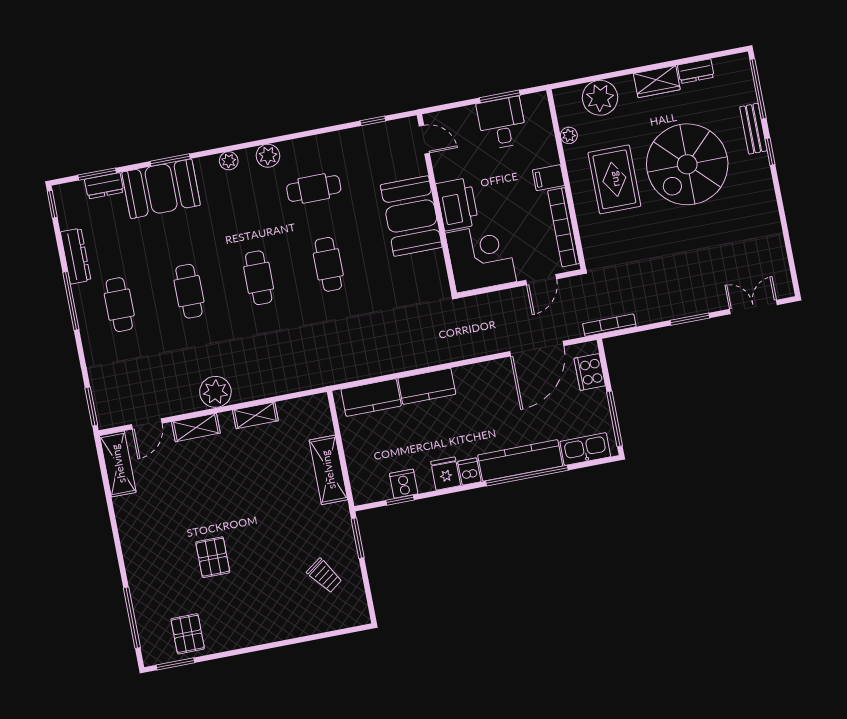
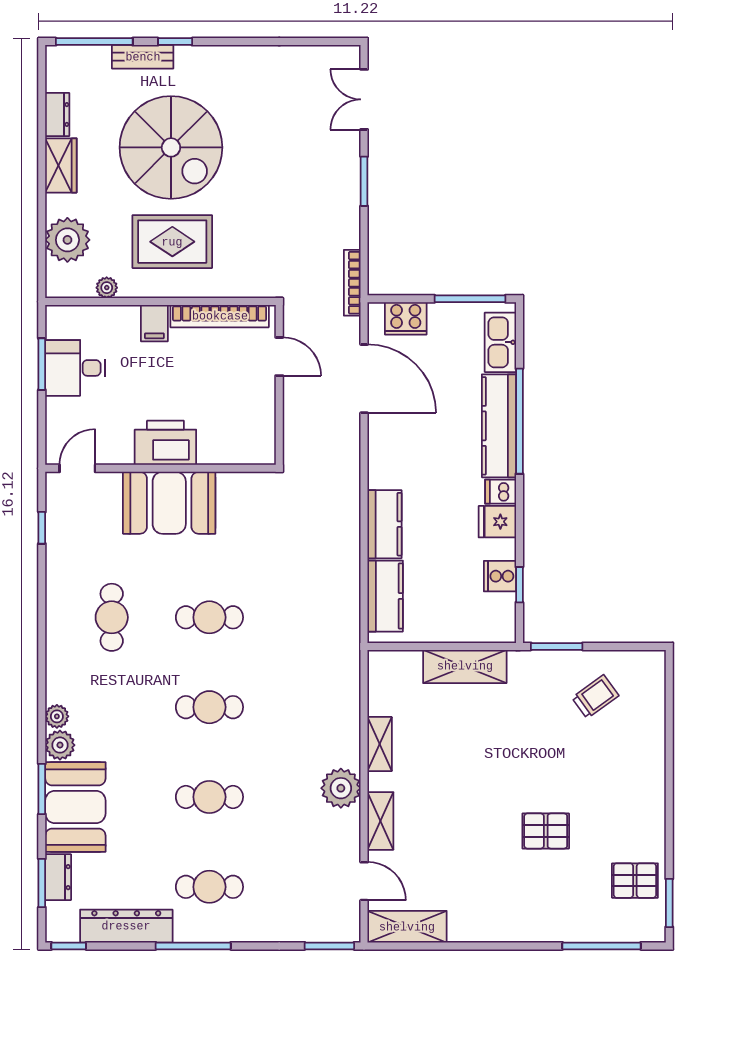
plant: (268, 156) -> (60, 745), moved
dresser: (76, 256) -> (126, 926), width x1.37, depth x1.24
corner desk: (481, 257) -> (237, 426), removed

